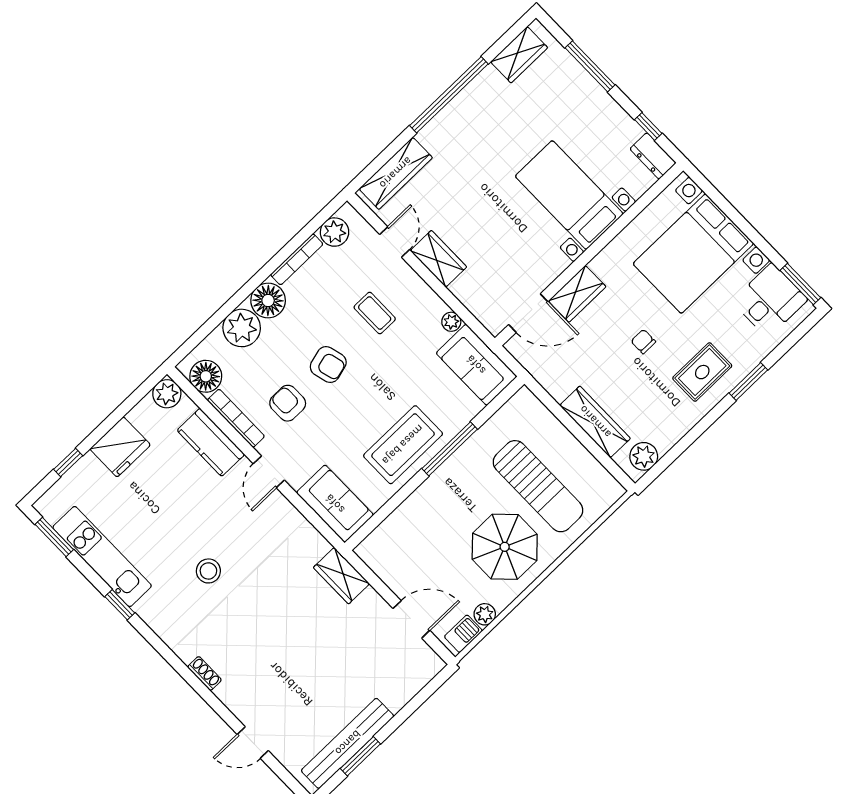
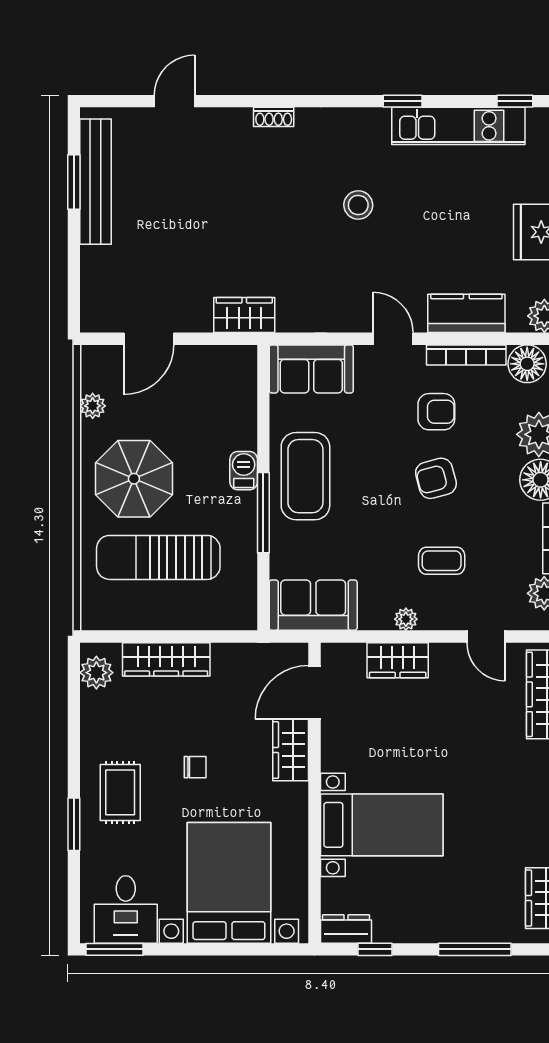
wardrobe: (438, 259) -> (398, 660), moved
plant: (451, 322) -> (406, 619), moved
window: (54, 537) -> (515, 101), width x0.67
barbecue: (463, 634) -> (244, 471), moved, turned 180

